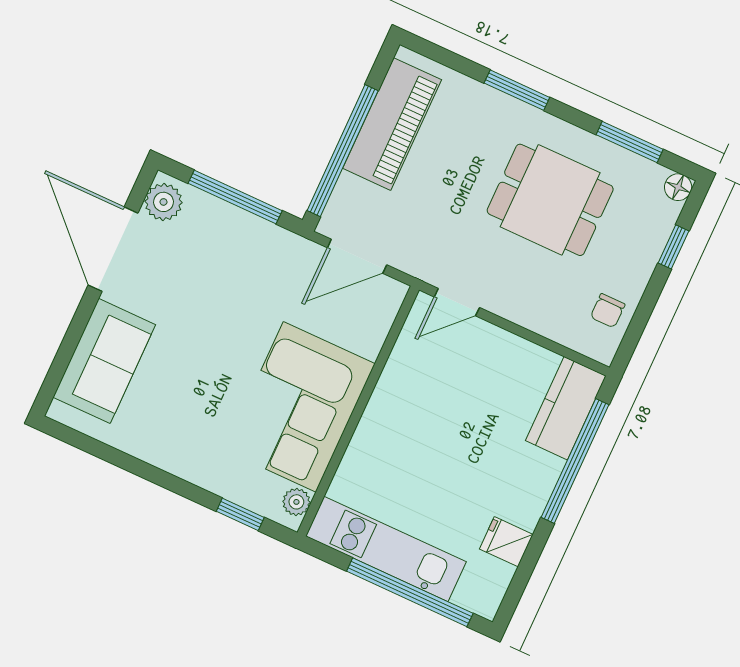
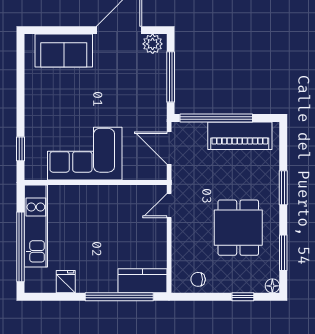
door: (457, 302) -> (169, 206), hinge flipped
plant: (296, 502) -> (39, 173), removed

